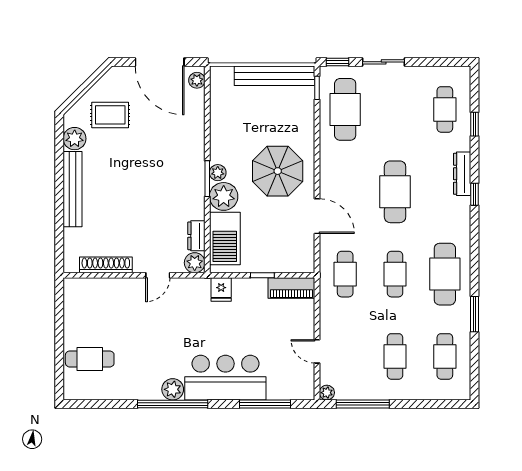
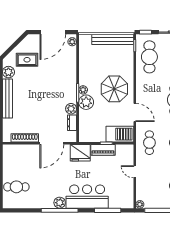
door: (160, 62) -> (53, 32), hinge flipped
barbecue: (225, 238) -> (120, 134), moved, turned -90
plant: (195, 263) -> (71, 109), moved
door: (158, 275) -> (52, 143), width x1.87
piano: (291, 288) -> (103, 150), moved
fridge: (221, 289) -> (80, 153), width x1.88, depth x1.34
door: (317, 351) -> (135, 172), moved

